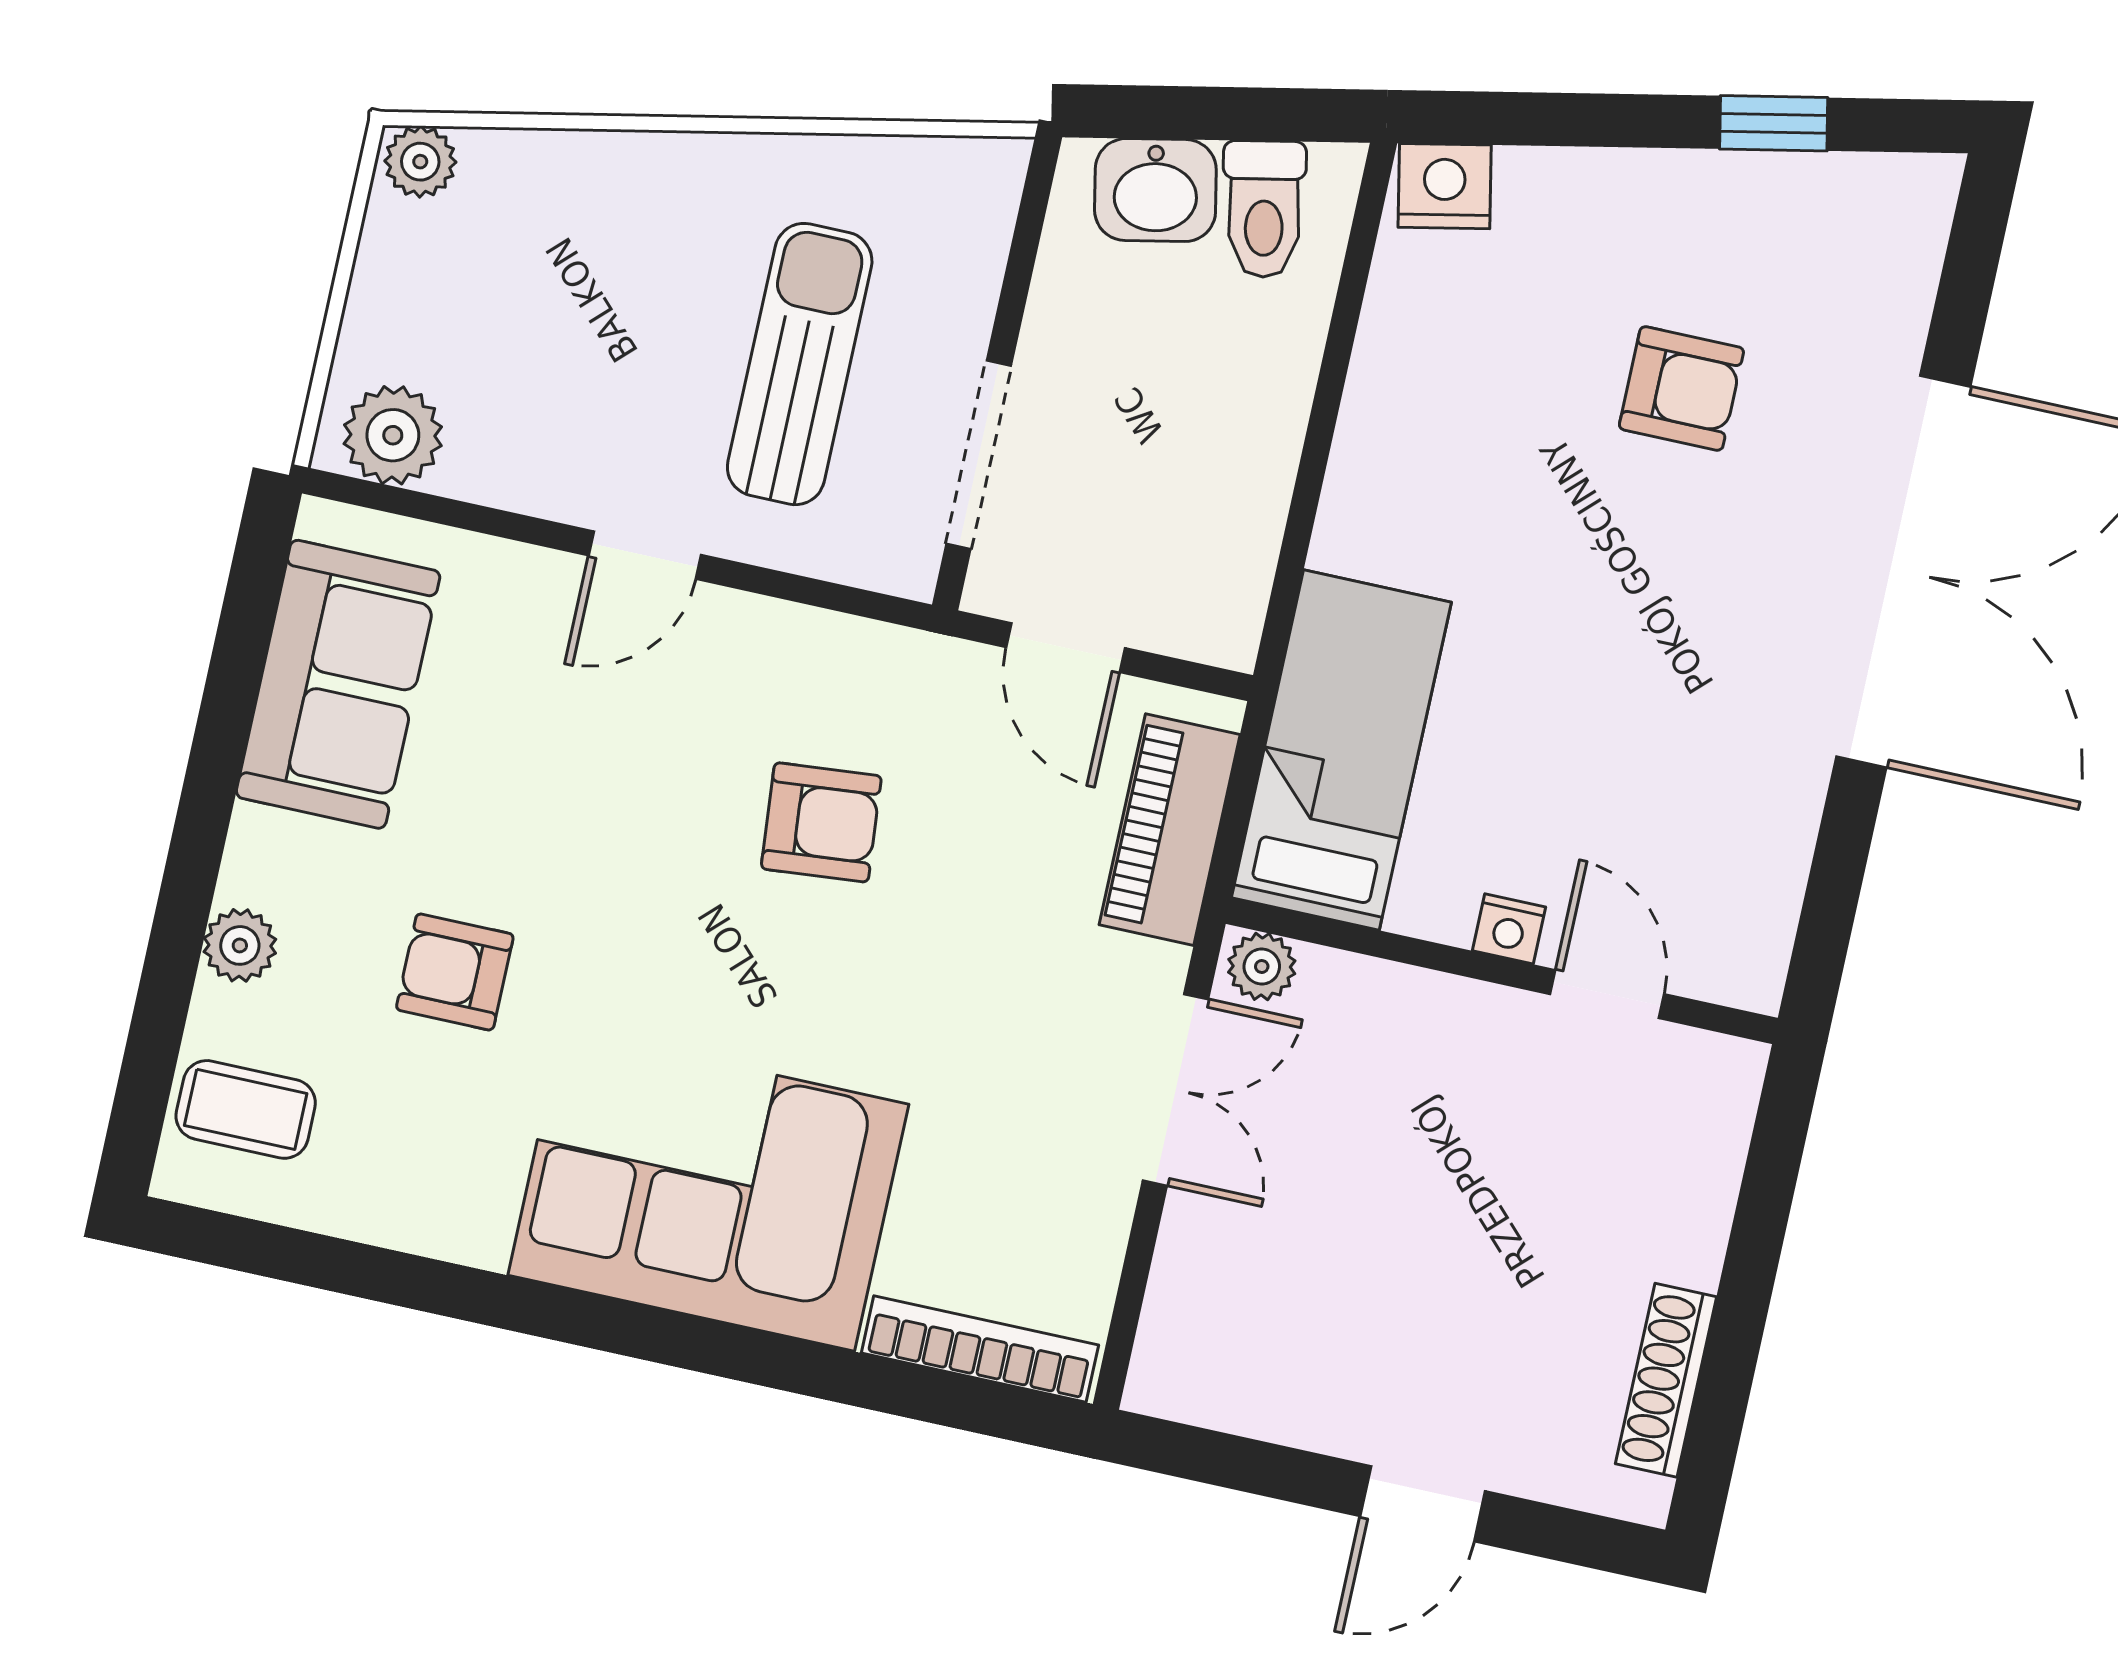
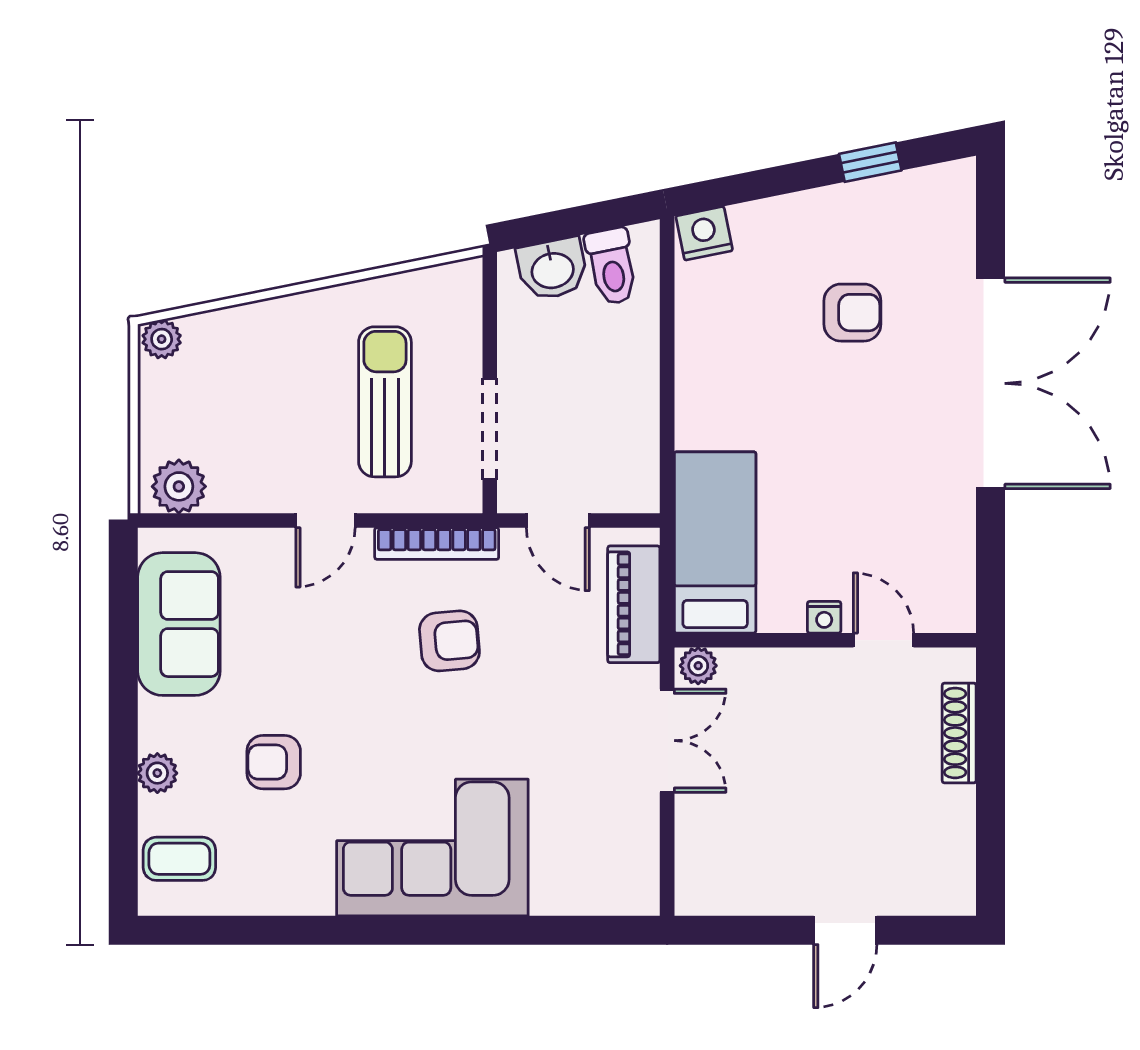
bookcase: (980, 1349) -> (437, 544), moved, turned 180
shoe rack: (1666, 1380) -> (959, 733), moved

